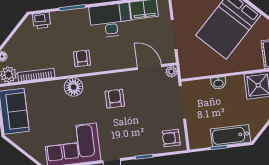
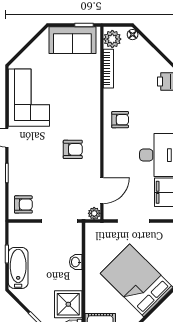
floor lamp: (74, 87) -> (90, 107), removed
armchair: (171, 138) -> (23, 204), turned 90

